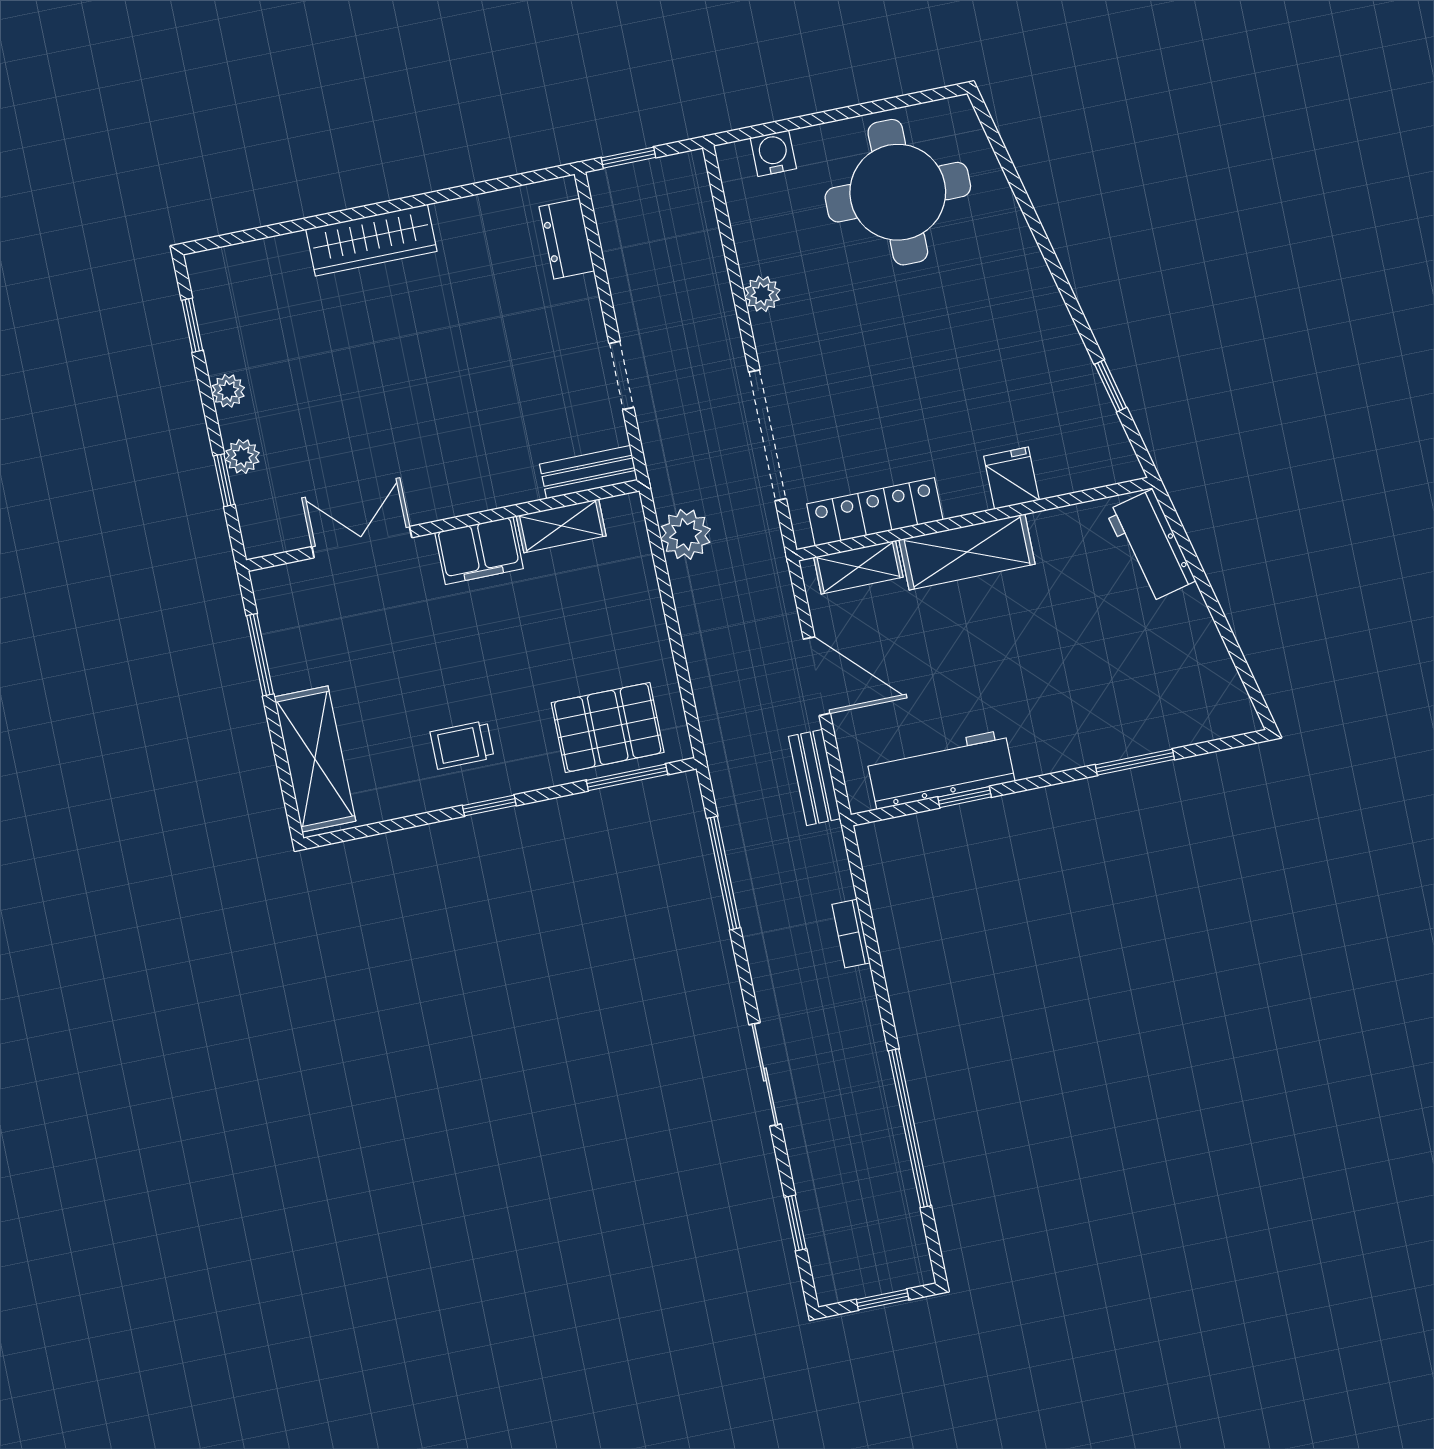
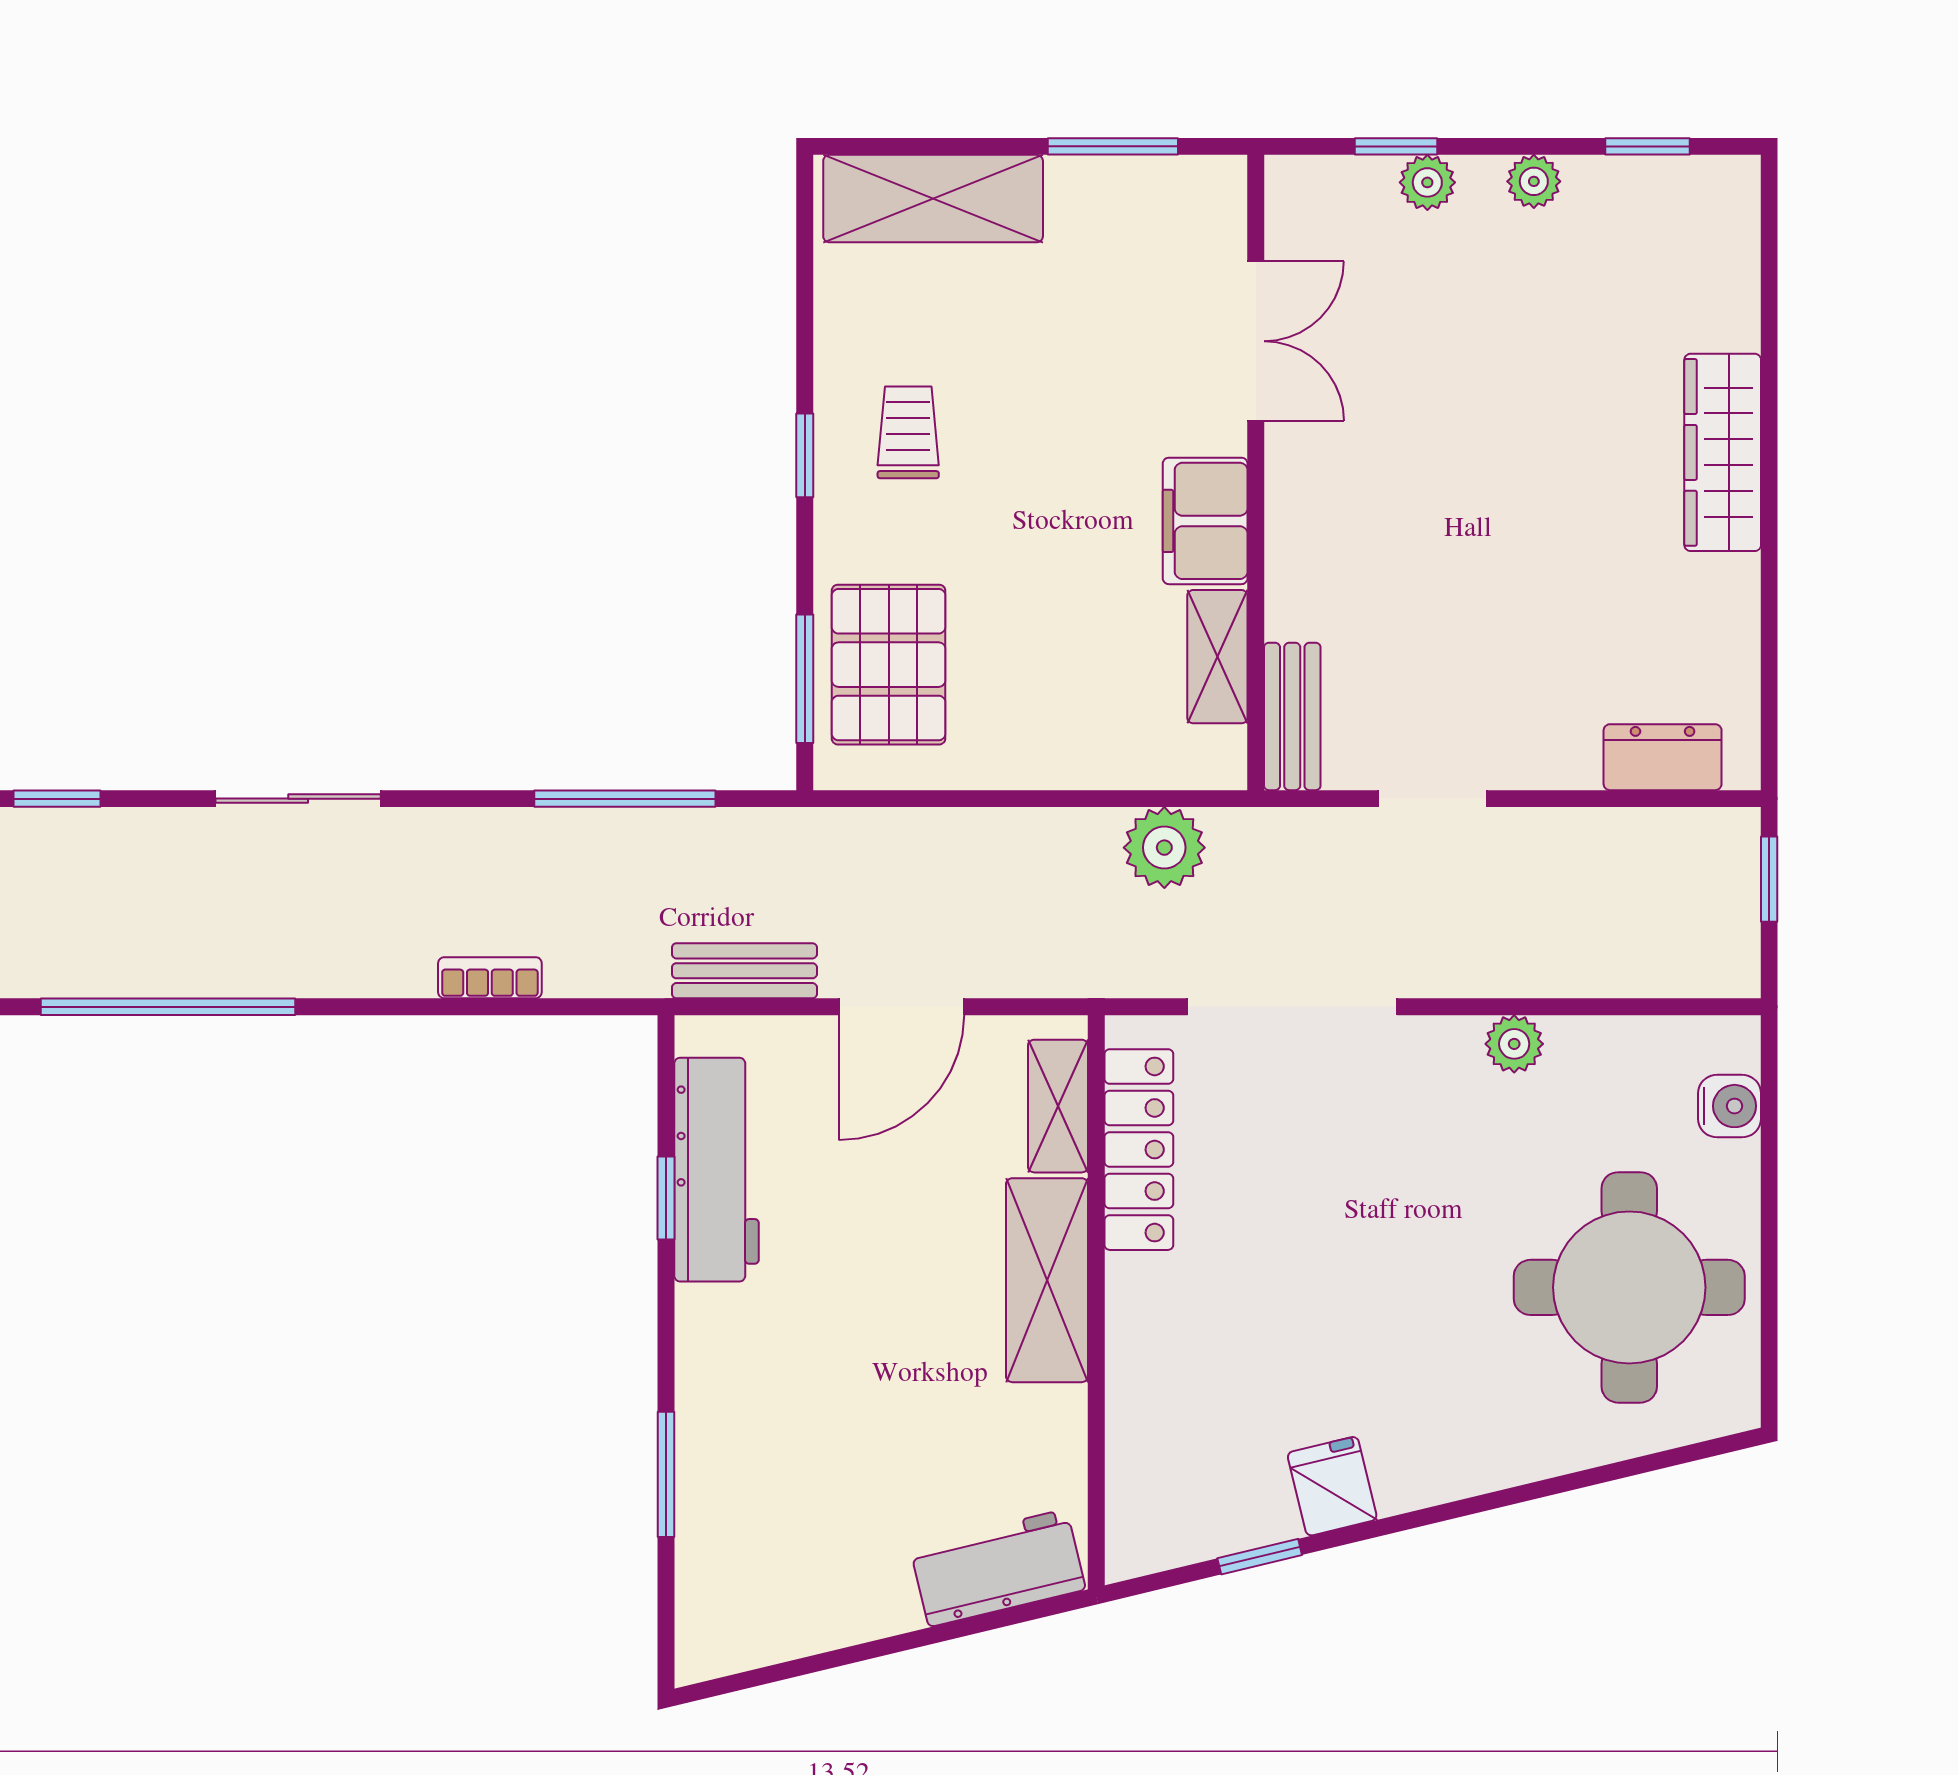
fridge: (1012, 478) -> (1332, 1486), moved, turned -104

